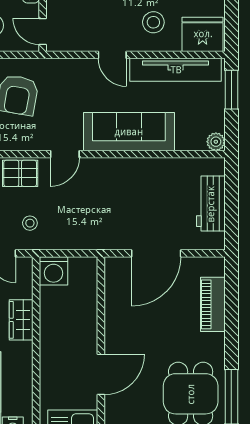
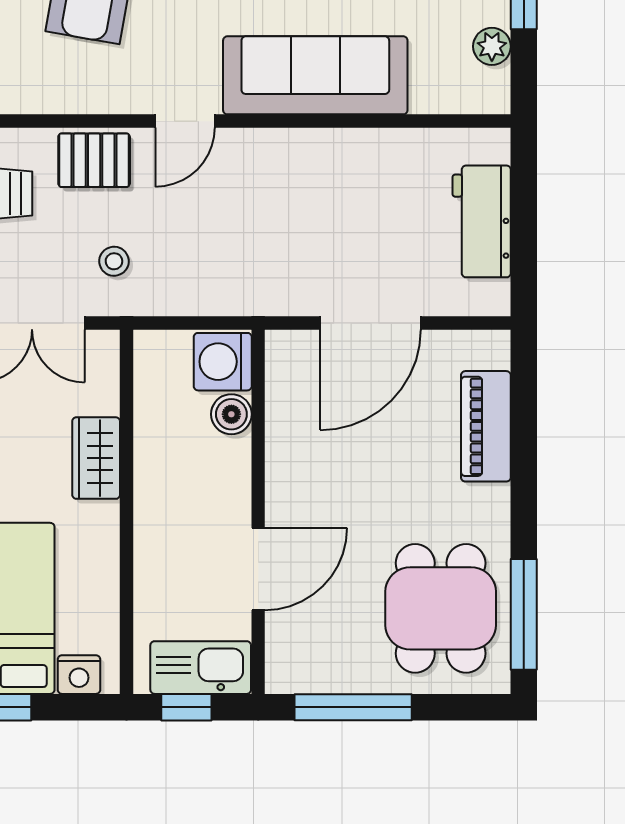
plant: (216, 142) -> (492, 46), moved
washing machine: (54, 271) -> (223, 362), moved, turned 90
boiler: (88, 298) -> (231, 414), added

